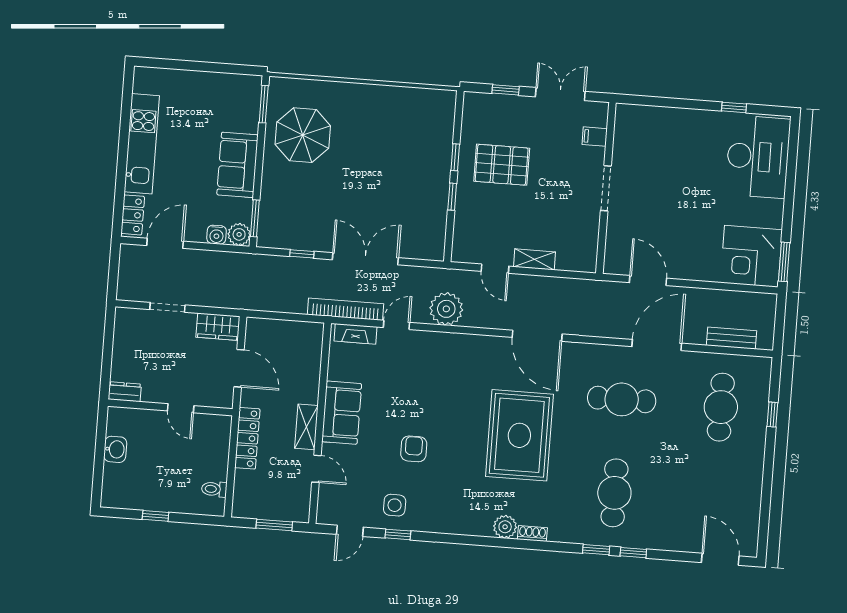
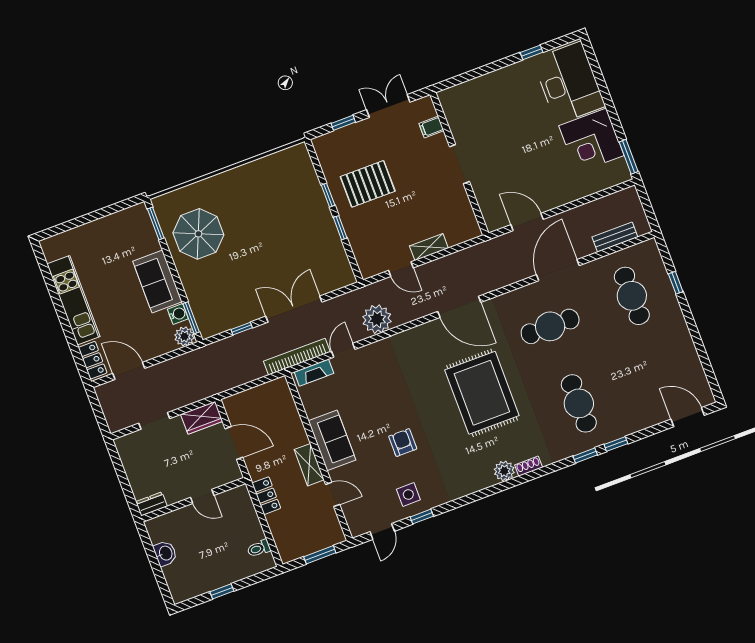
water cooler: (217, 235) -> (178, 314), moved, turned -90
door: (165, 243) -> (129, 371), hinge flipped
corner desk: (751, 256) -> (591, 141), moved
locker: (247, 438) -> (266, 496), width x0.66

